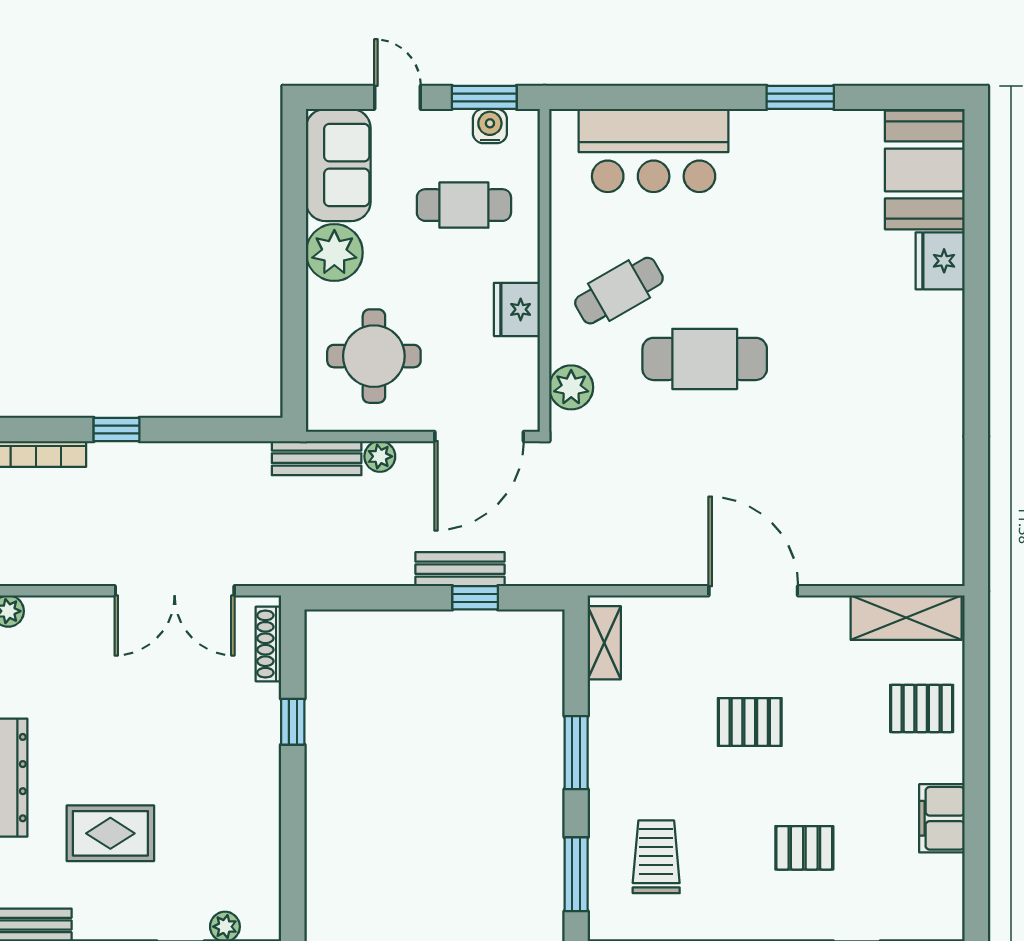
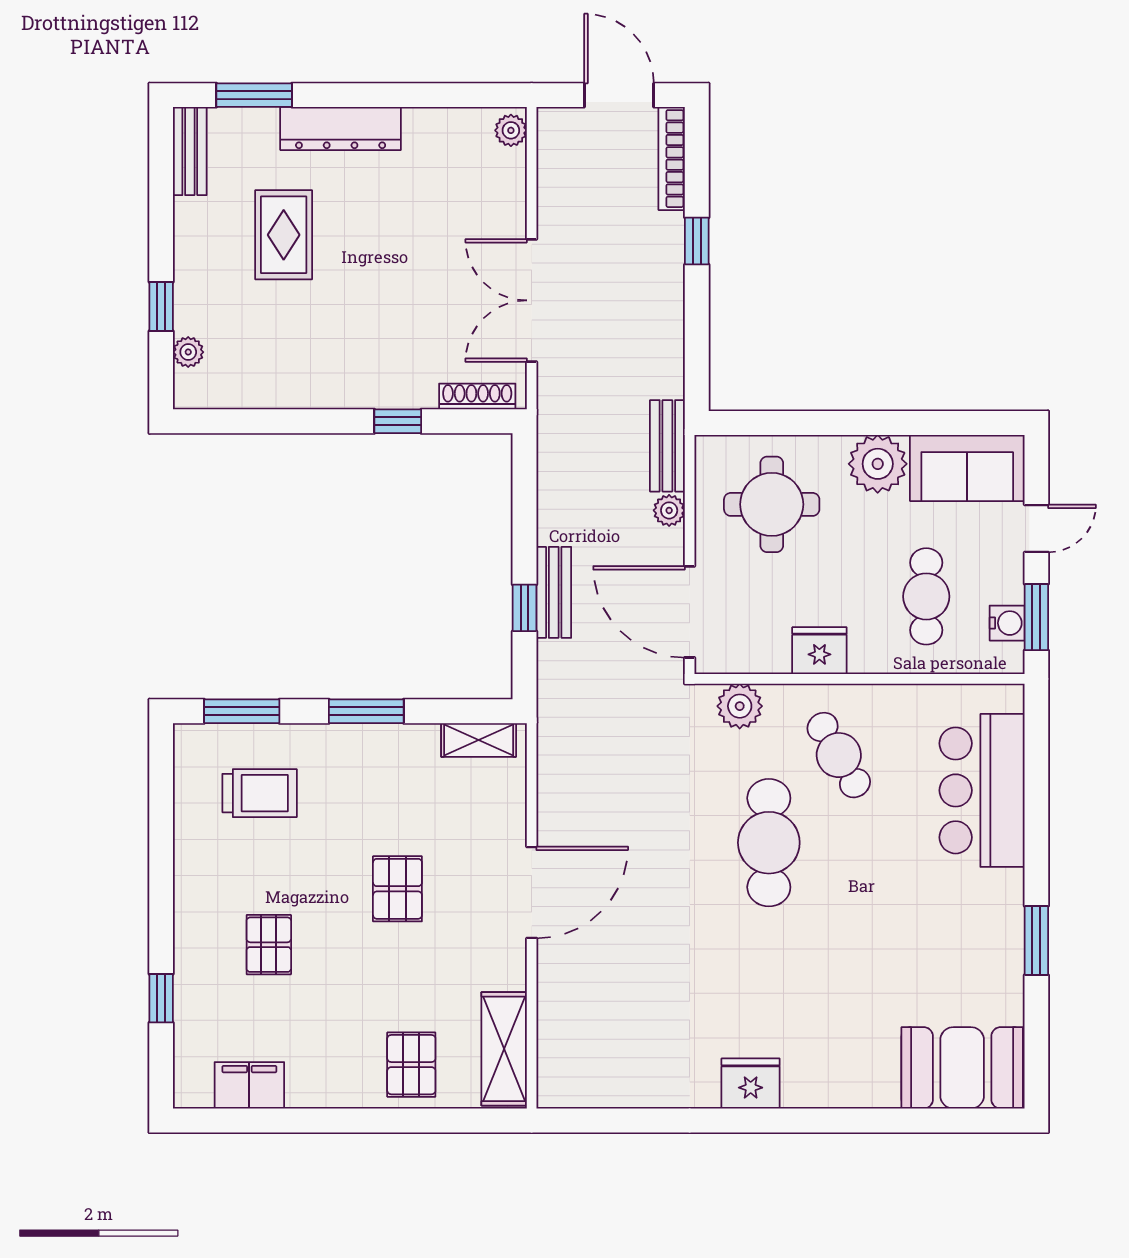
fridge: (940, 261) -> (751, 1084), moved
filing cabinet: (942, 818) -> (249, 1085), moved

